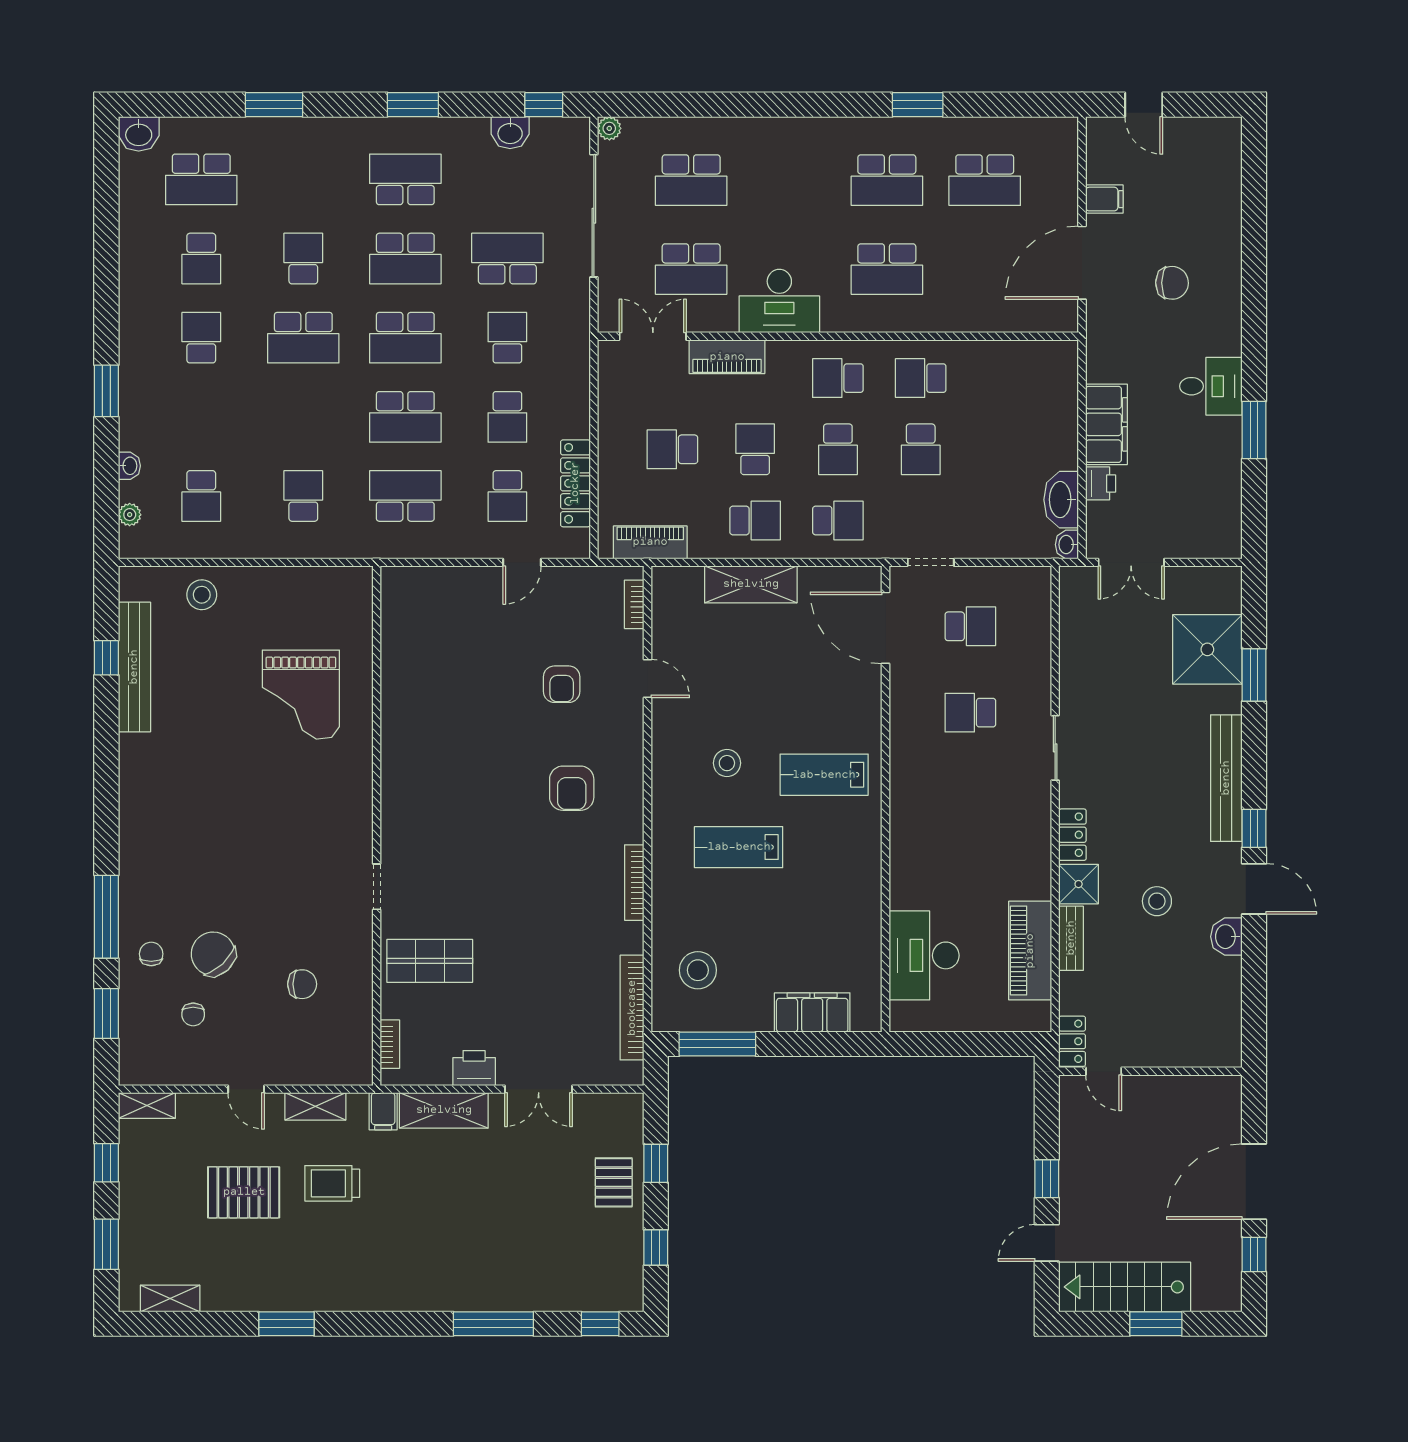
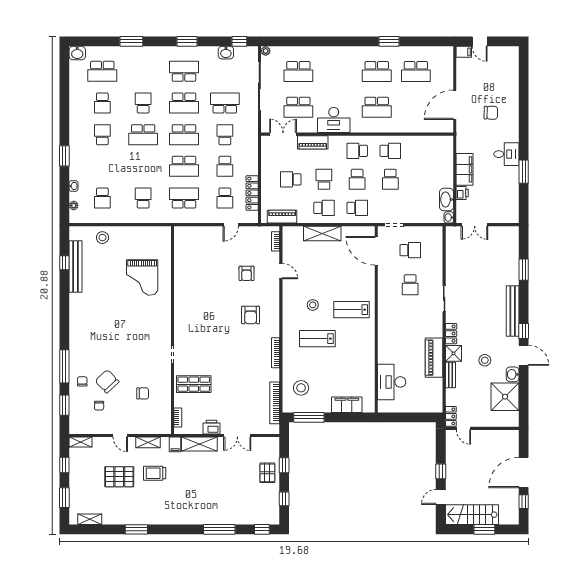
filing cabinet: (1104, 199) -> (464, 52), moved
school desk: (921, 378) -> (390, 151), turned 180
shower: (1207, 649) -> (505, 397), moved
school desk: (970, 713) -> (410, 285), turned -90
piano: (1030, 951) -> (434, 358), moved

